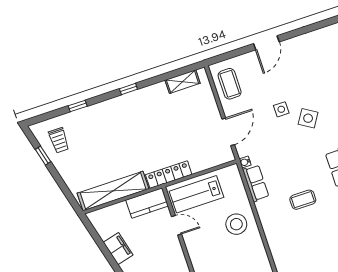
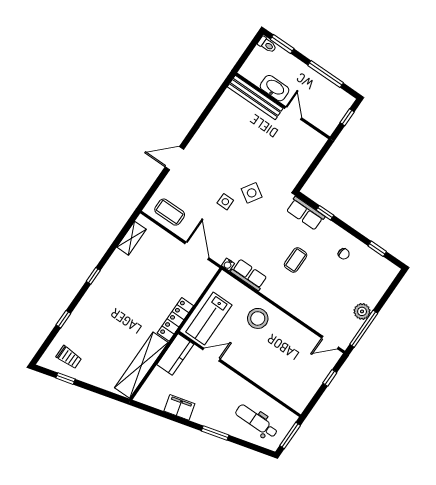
door: (266, 43) -> (174, 158), swing flipped

